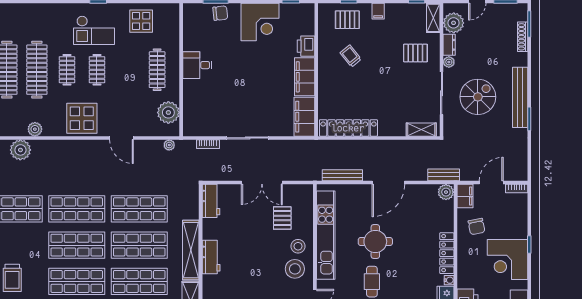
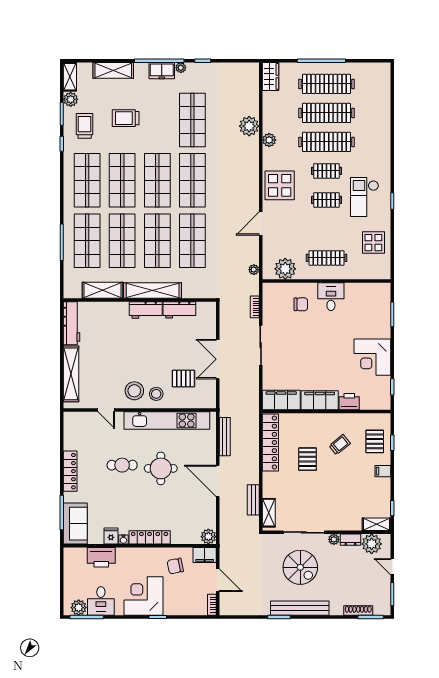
chair: (220, 13) -> (301, 304), moved, turned -84
pallet: (415, 53) -> (308, 459), moved
bench: (444, 175) -> (253, 500), moved
workbench: (211, 201) -> (179, 310), moved

